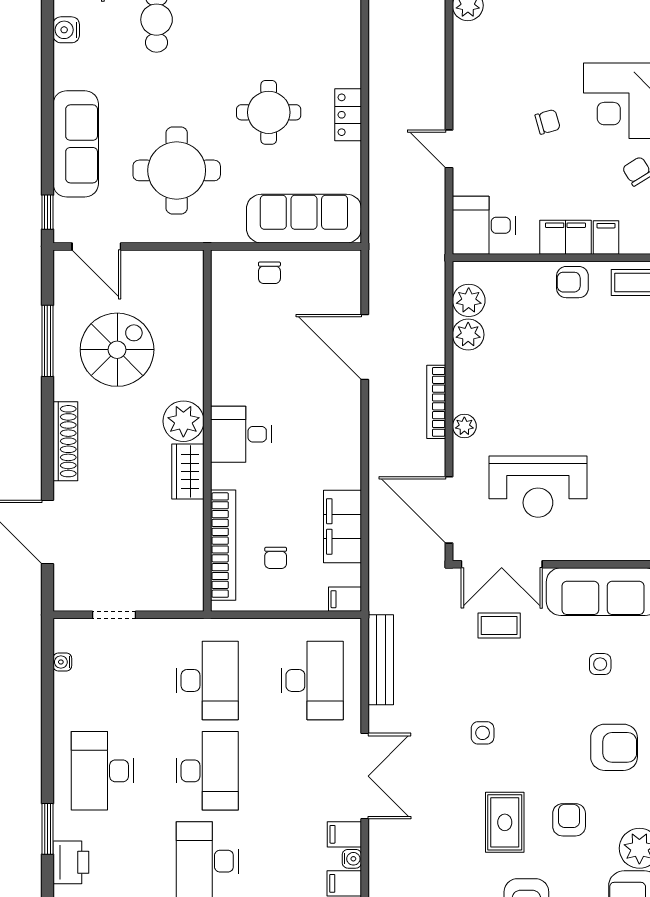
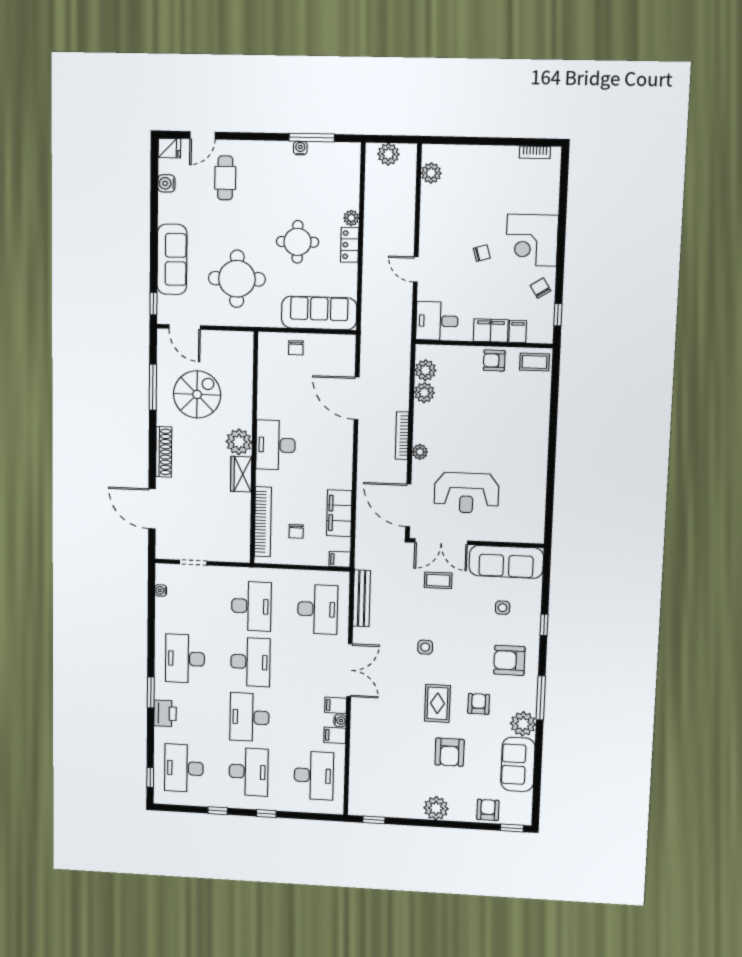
plant: (350, 75) -> (351, 218), added
desk: (241, 434) -> (276, 445), width x1.37
armchair: (614, 747) -> (509, 660), turned 180

